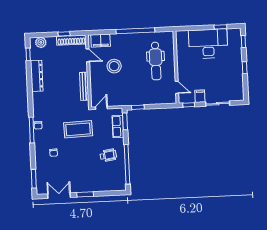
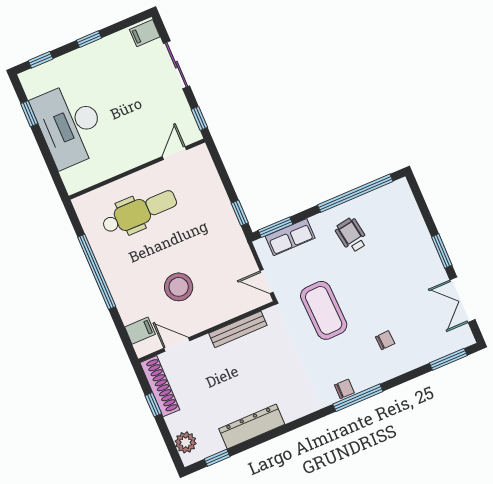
filing cabinet: (101, 41) -> (140, 331), width x0.50
door: (88, 55) -> (177, 345), hinge flipped
filing cabinet: (200, 96) -> (145, 33), moved

